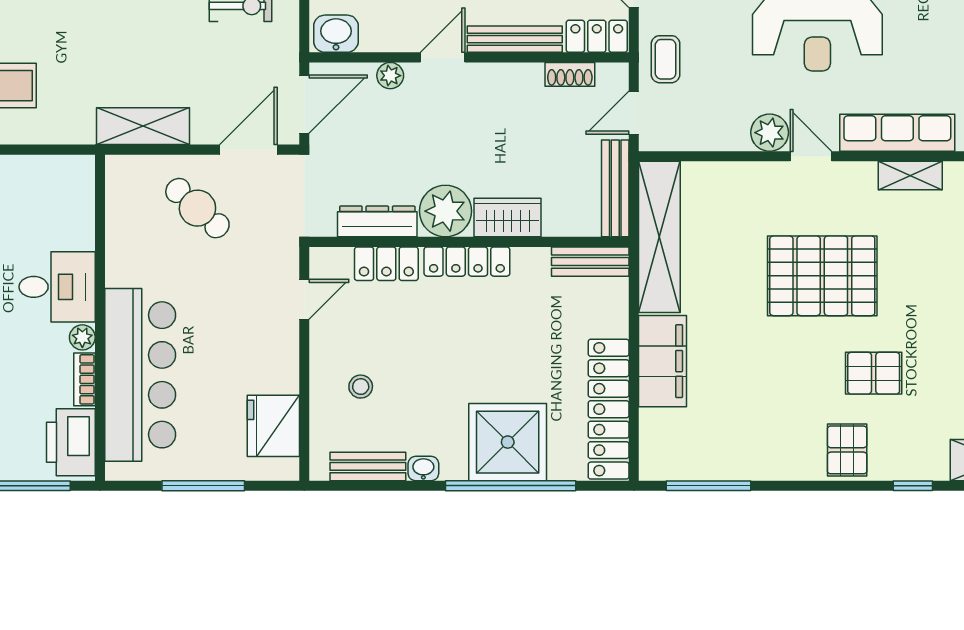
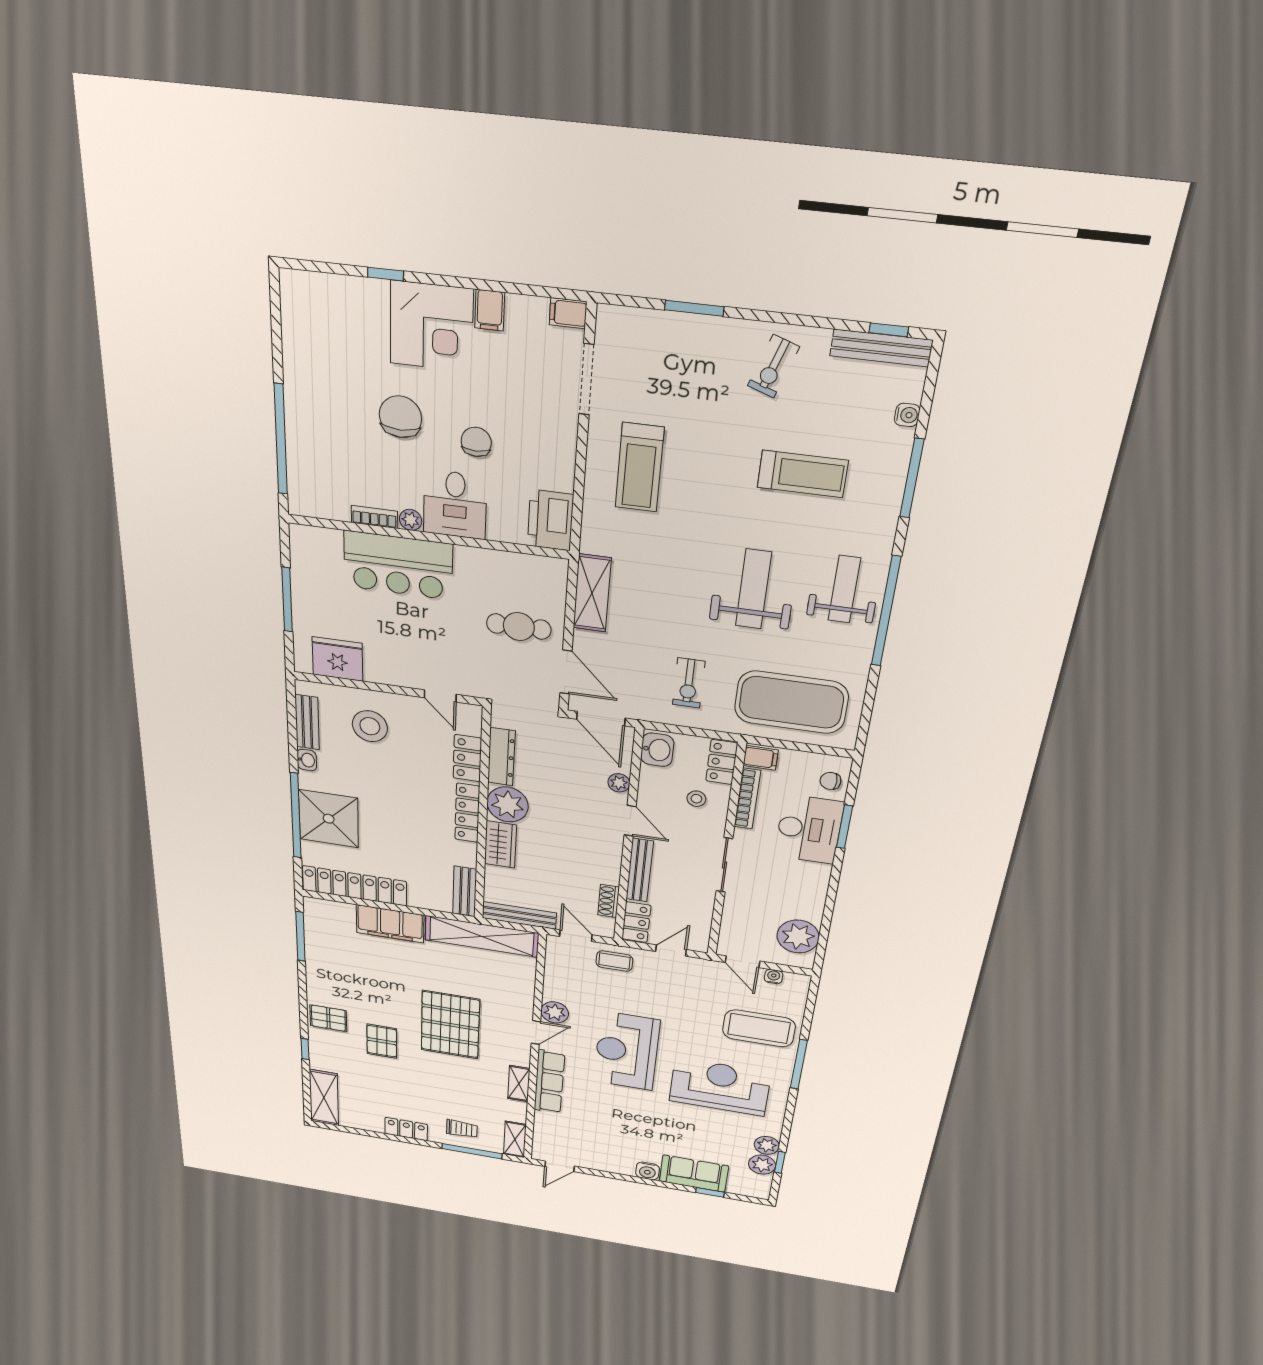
cafe table: (197, 208) -> (519, 627), turned 48
bar counter: (140, 375) -> (398, 565), width x0.73
stool: (361, 387) -> (370, 726), width x1.89, depth x1.89
printer: (71, 442) -> (550, 520), moved, turned -90

